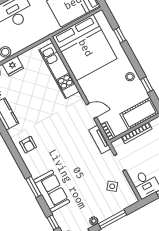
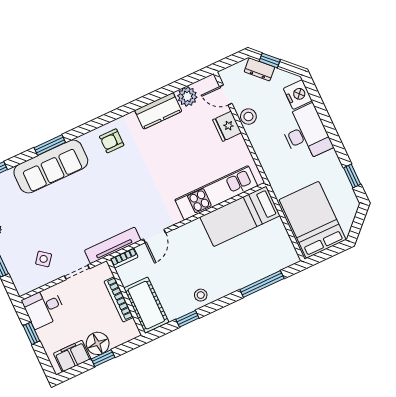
window: (120, 35) -> (262, 284), width x2.17
bed: (85, 48) -> (240, 216), width x0.49
tv unit: (100, 139) -> (113, 245), width x1.41
sofa: (52, 191) -> (51, 166), width x1.36

